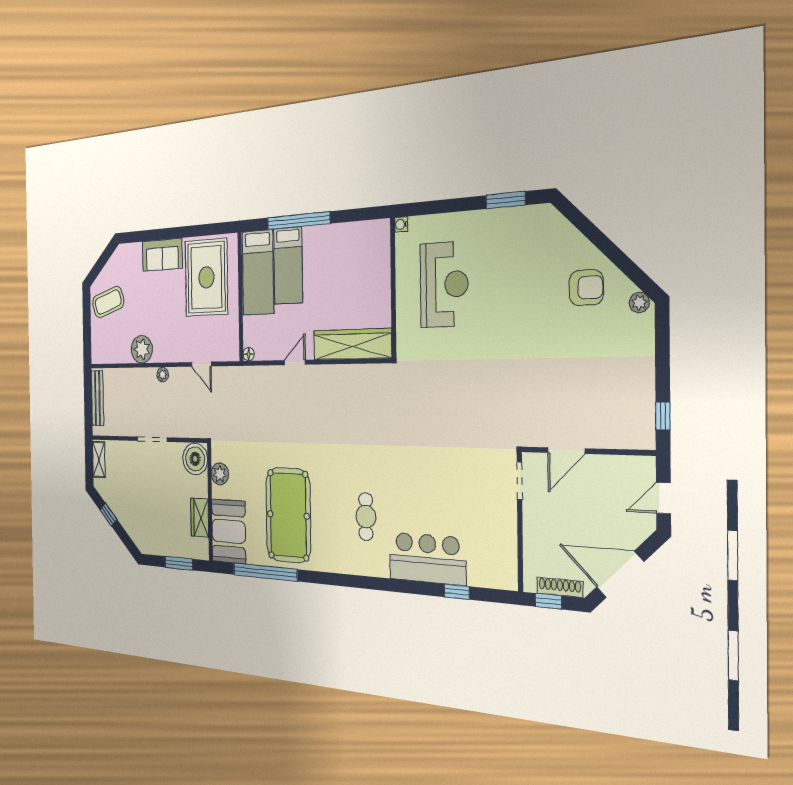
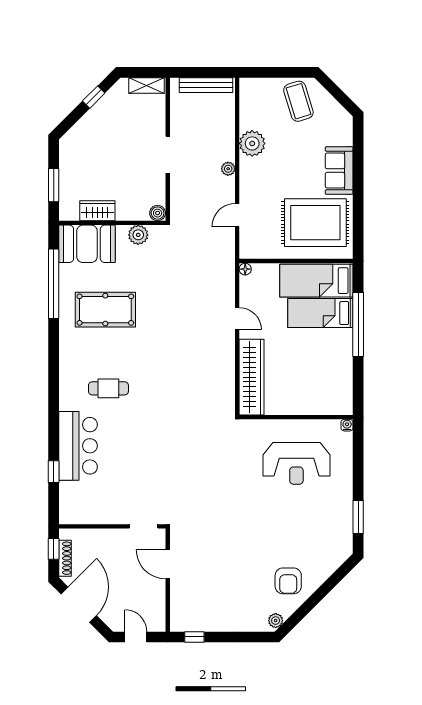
boiler: (195, 459) -> (158, 213), width x0.54, depth x0.54
pool table: (288, 515) -> (105, 310), width x0.73, depth x0.76

